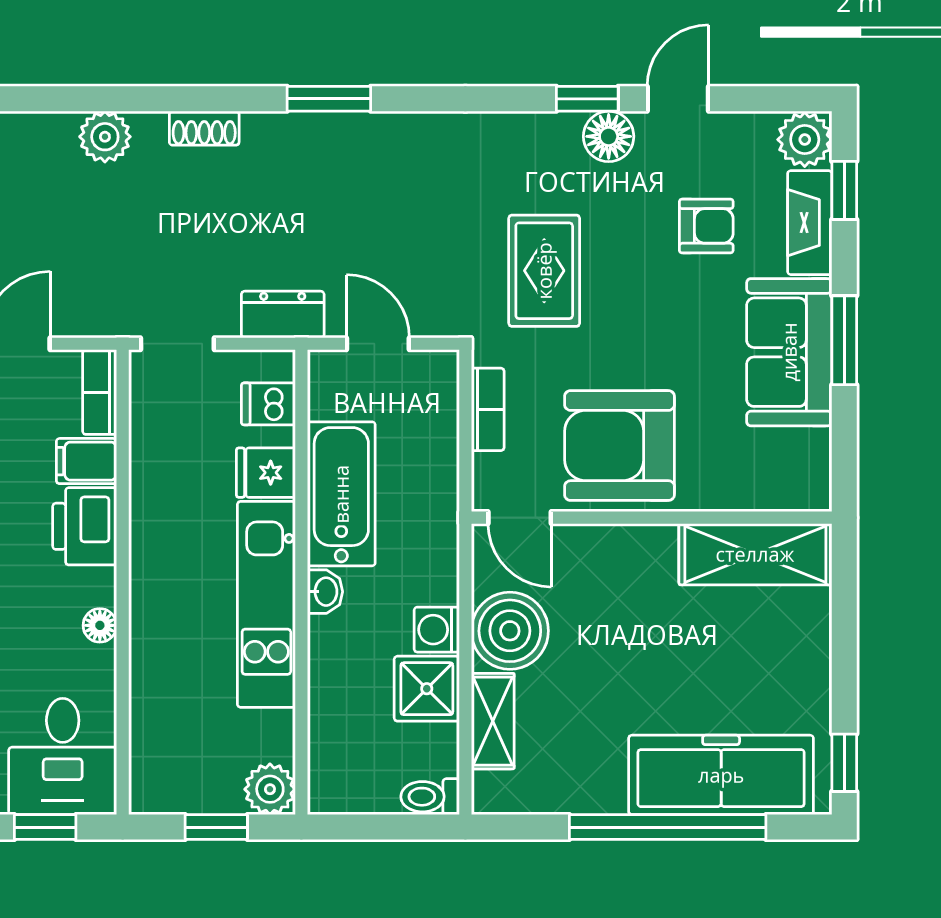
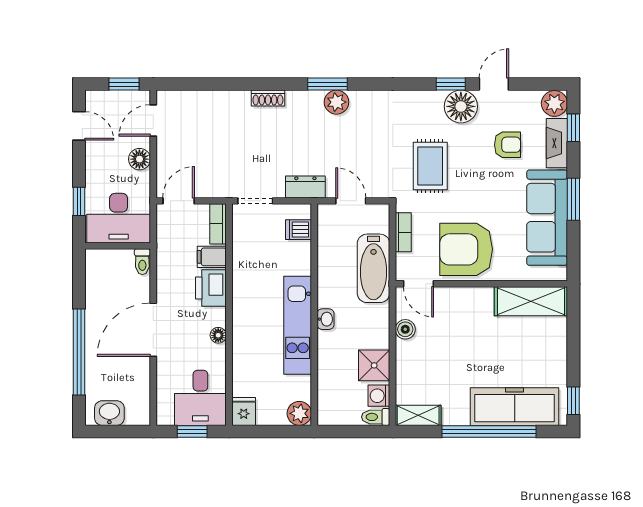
floor lamp: (609, 136) -> (461, 106), width x1.38, depth x1.38
plant: (105, 137) -> (336, 102), moved
sofa: (789, 352) -> (547, 218), width x1.36
fridge: (266, 473) -> (244, 411), moved, turned 90
bathtub: (341, 494) -> (373, 268), moved, turned 180
washing machine: (437, 630) -> (379, 396), moved
boiler: (510, 631) -> (405, 329), width x0.54, depth x0.54
shelving: (493, 721) -> (418, 415), moved, turned 90
window: (216, 827) -> (274, 431), removed

